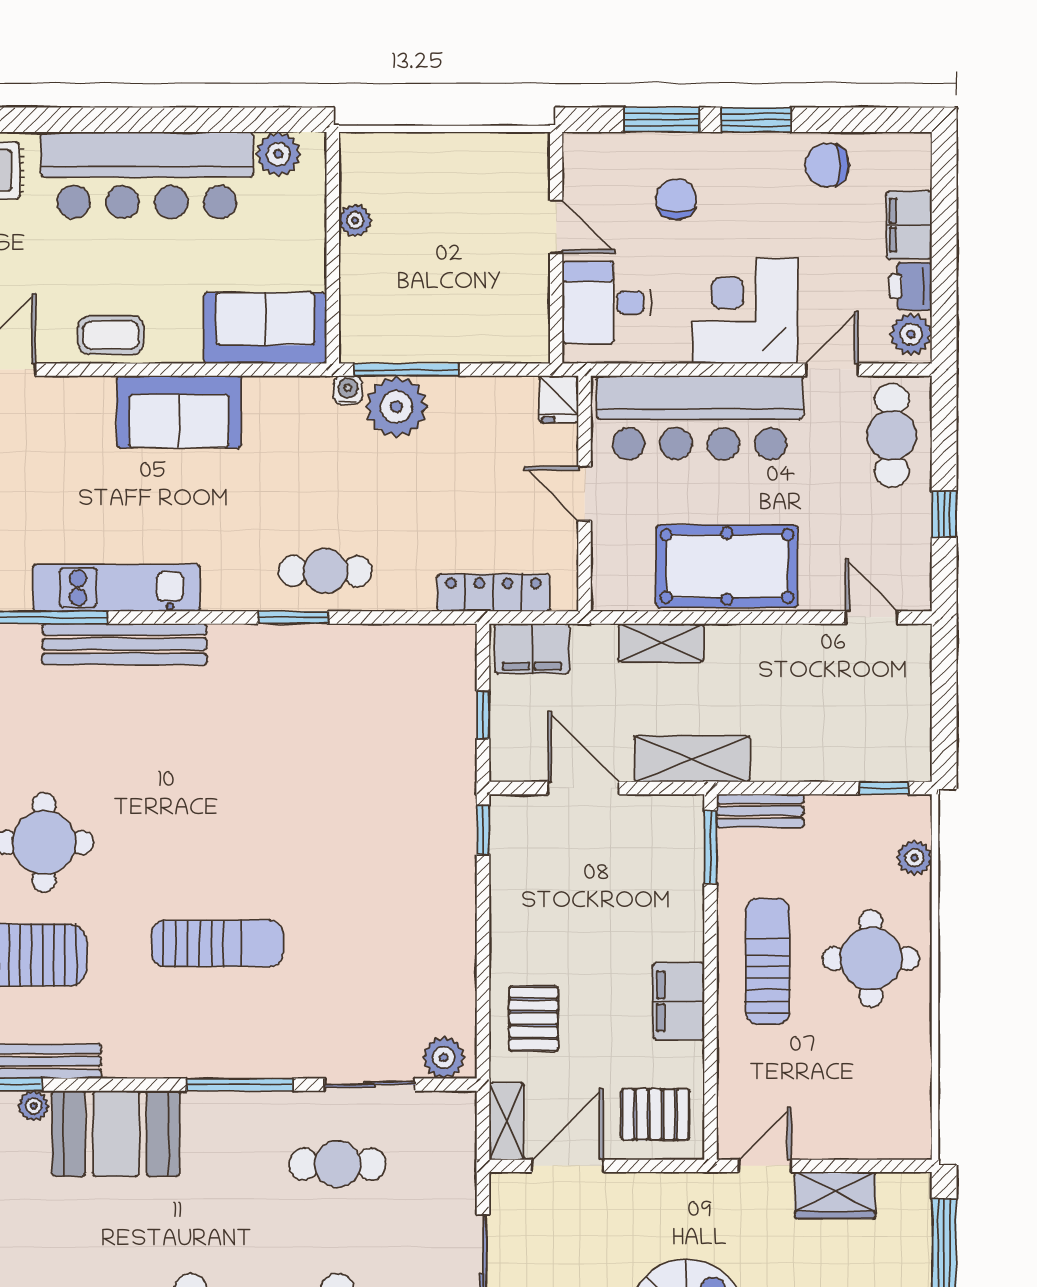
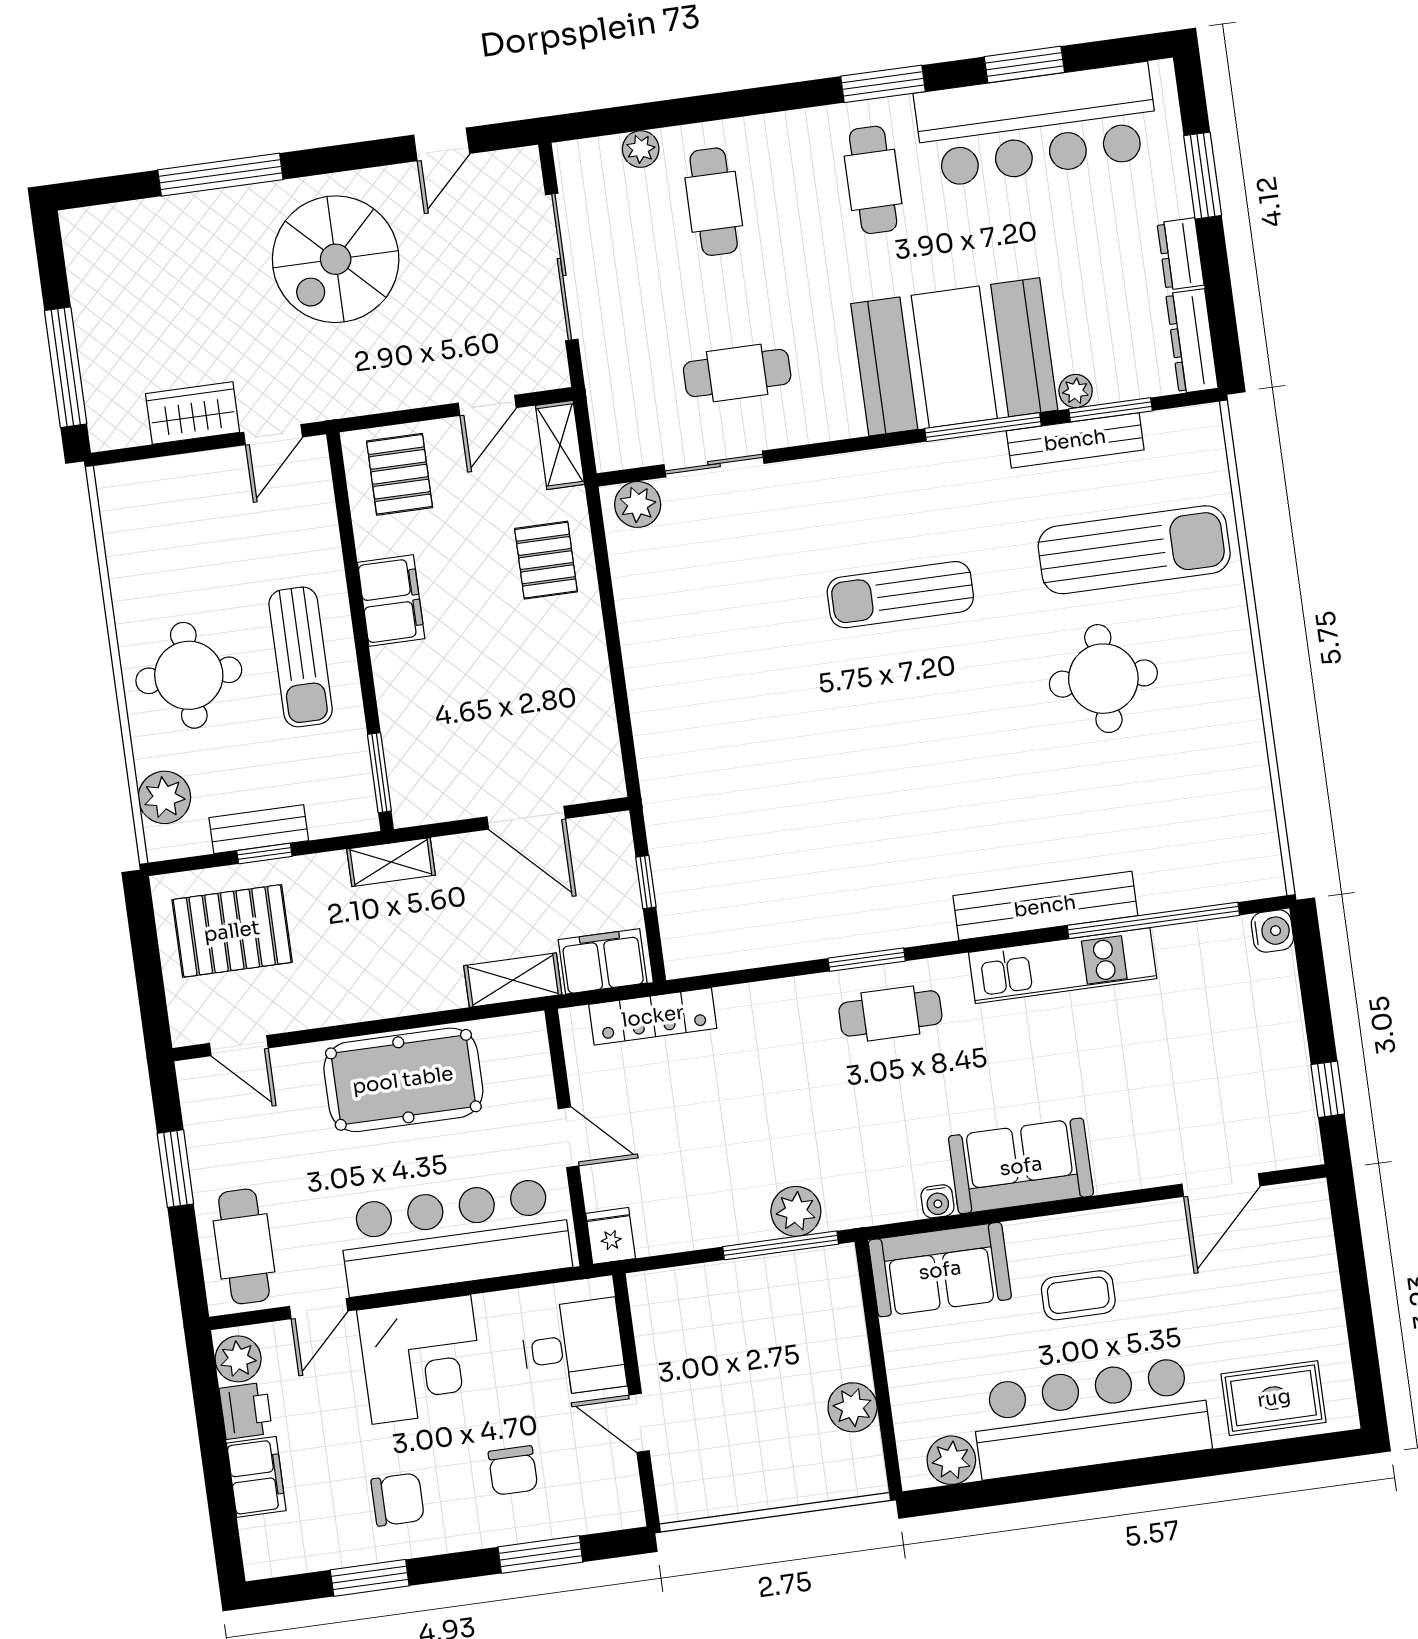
window: (756, 120) -> (370, 1578), moved
chair: (827, 165) -> (398, 1499), moved
plant: (355, 220) -> (853, 1407), width x1.38, depth x1.38
coffee table: (111, 335) -> (1078, 1295), moved
water cooler: (348, 390) -> (937, 1201), moved
plant: (396, 407) -> (796, 1211), width x0.73, depth x0.73
window: (944, 514) -> (175, 1169), width x1.50
cafe table: (325, 571) -> (890, 1013), moved
shelving: (661, 643) -> (513, 980), moved
pallet: (863, 722) -> (232, 931), added
shelving: (692, 759) -> (391, 862), width x0.67, depth x0.75
window: (884, 788) -> (264, 854), moved
bench: (760, 811) -> (259, 829), moved
window: (483, 830) -> (629, 758), removed
plant: (915, 858) -> (164, 797), width x1.38, depth x1.38
window: (240, 1085) -> (983, 427), moved
pallet: (655, 1114) -> (400, 474), turned 90
booth: (116, 1134) -> (954, 357), width x1.36, depth x1.42
door: (567, 1166) -> (487, 405), width x0.73

